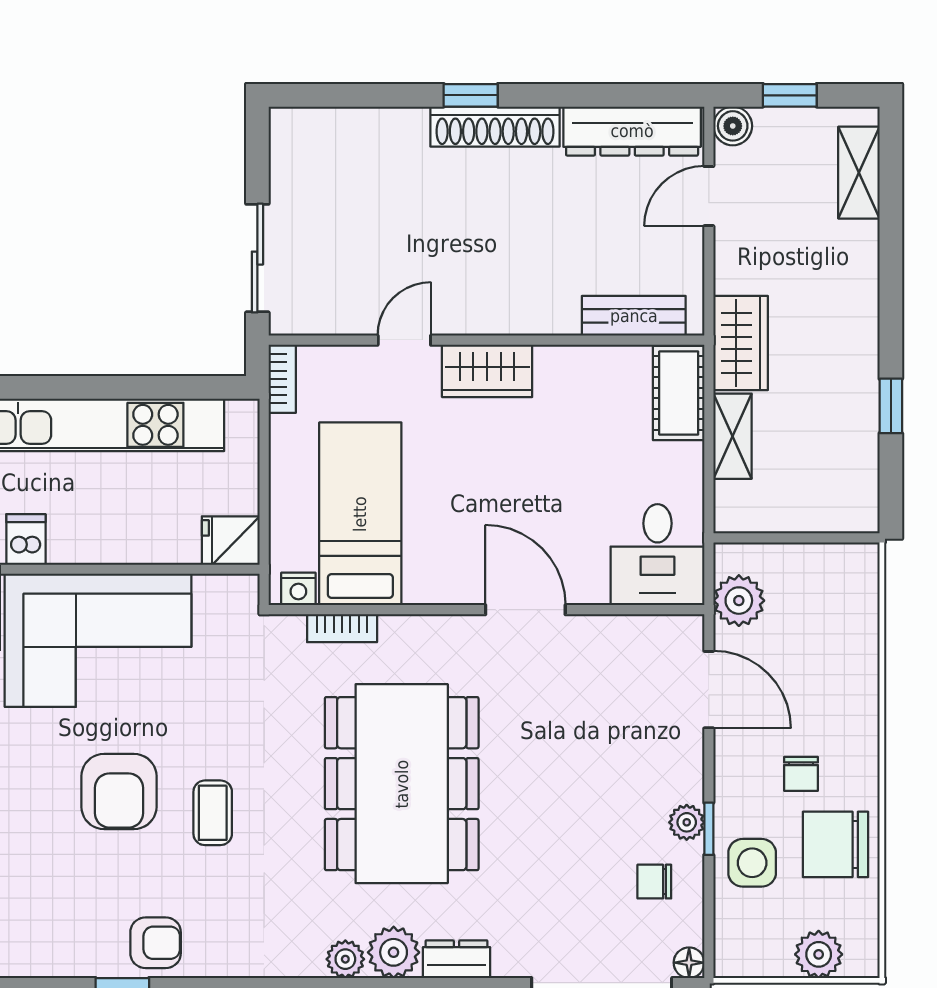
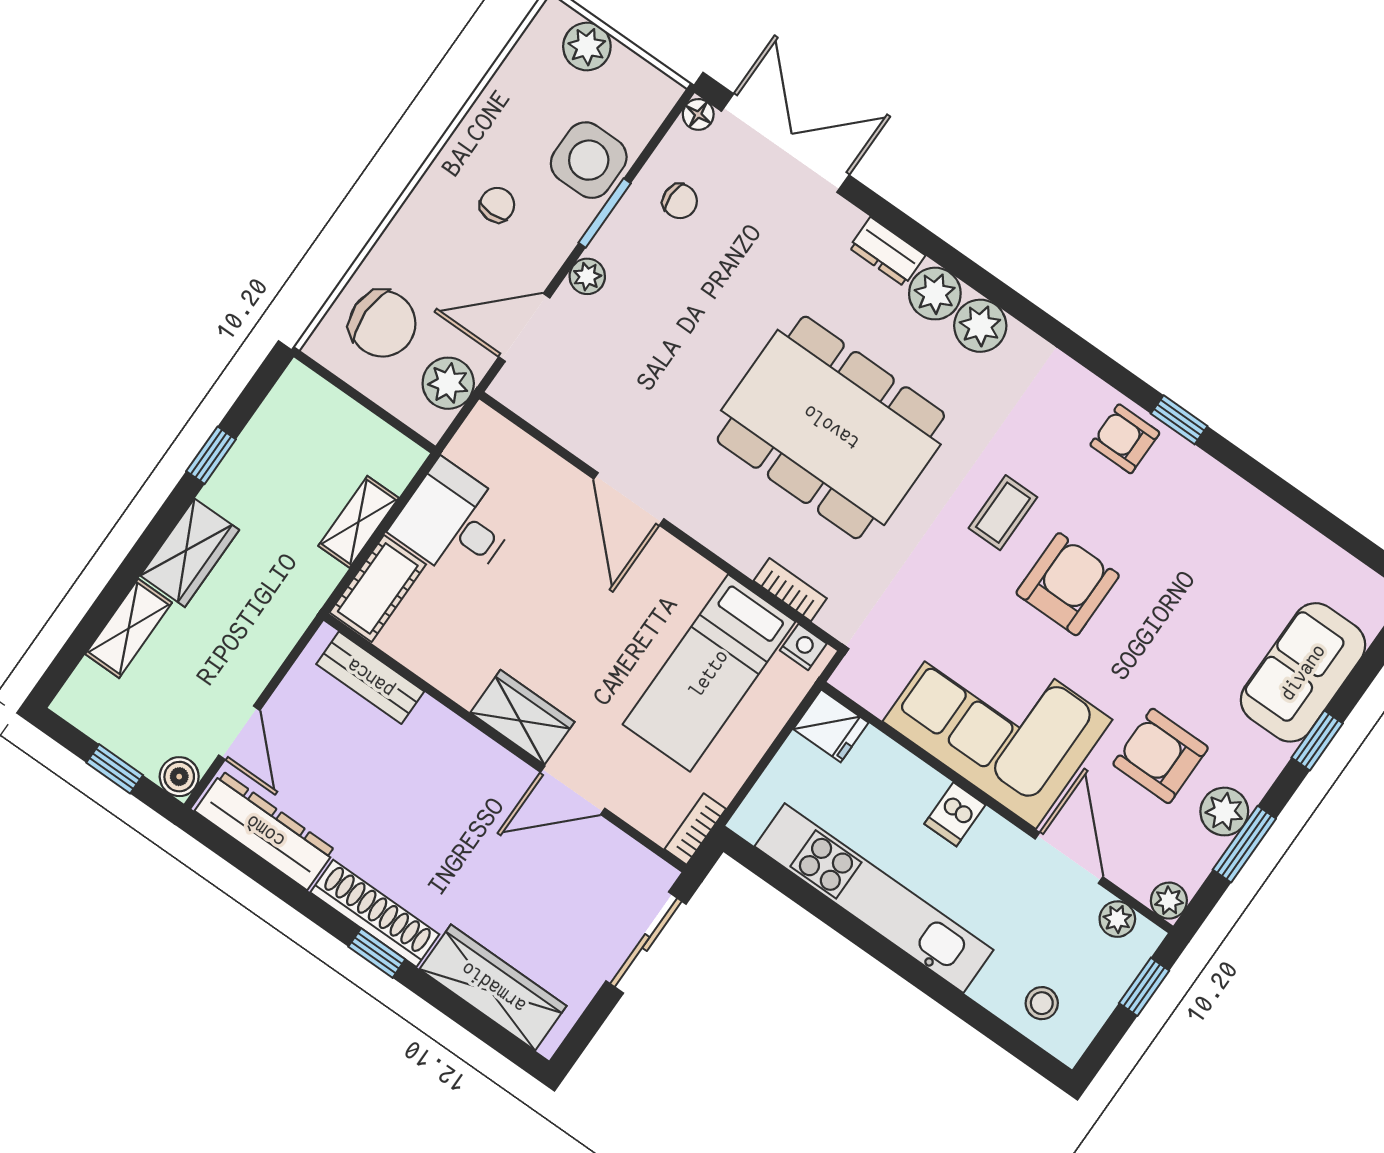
wardrobe: (356, 134) -> (493, 987), added
shelving: (859, 173) -> (129, 628), moved
door: (709, 196) -> (239, 733), hinge flipped
door: (404, 340) -> (573, 790), width x1.38
wardrobe: (741, 343) -> (190, 553), moved, turned 180
dishwasher: (26, 539) -> (955, 814), moved
desk: (657, 555) -> (455, 523), moved, turned -90
door: (709, 690) -> (524, 327), hinge flipped
dining table: (402, 784) -> (831, 427), turned 90
plant: (687, 822) -> (587, 276), moved
window: (709, 829) -> (605, 213), width x1.50
chair: (836, 844) -> (383, 324), moved
side table: (752, 863) -> (589, 160), width x1.37, depth x1.37
plant: (345, 959) -> (980, 326), width x1.38, depth x1.38

